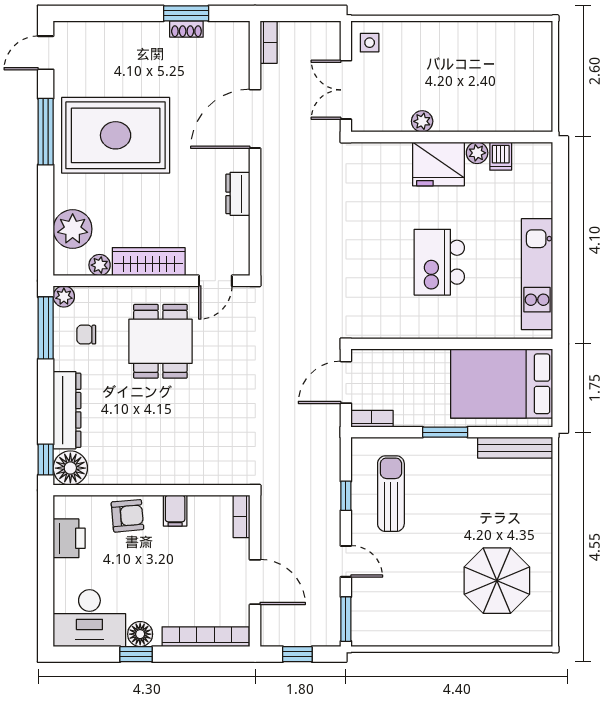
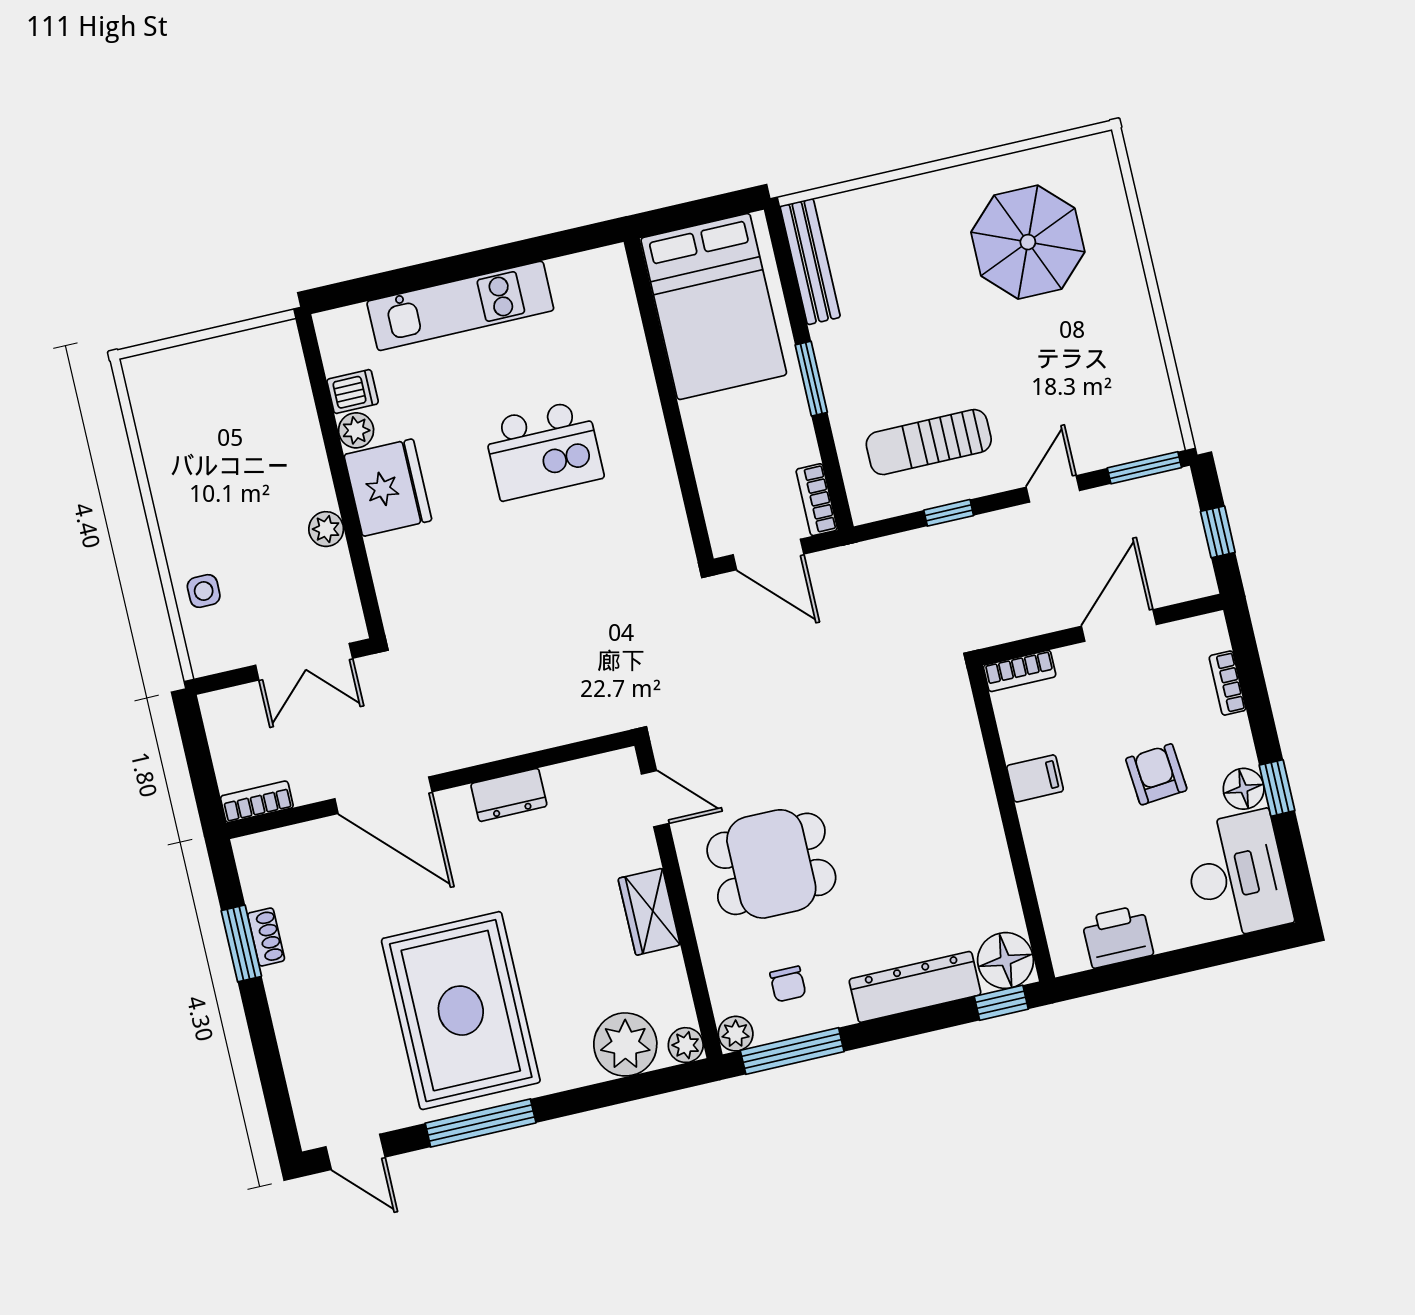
side table: (370, 43) -> (204, 591), moved
wardrobe: (149, 262) -> (649, 912), width x0.67
plant: (100, 265) -> (686, 1045), moved
kitchen unit: (537, 274) -> (460, 306), moved
armchair: (127, 516) -> (1156, 774), moved
bookcase: (206, 637) -> (1228, 683), width x0.43, depth x0.76

